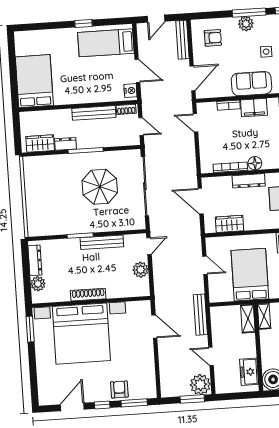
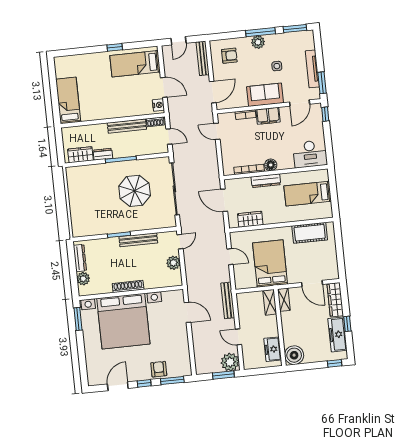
bed: (34, 81) -> (68, 100), width x0.67

